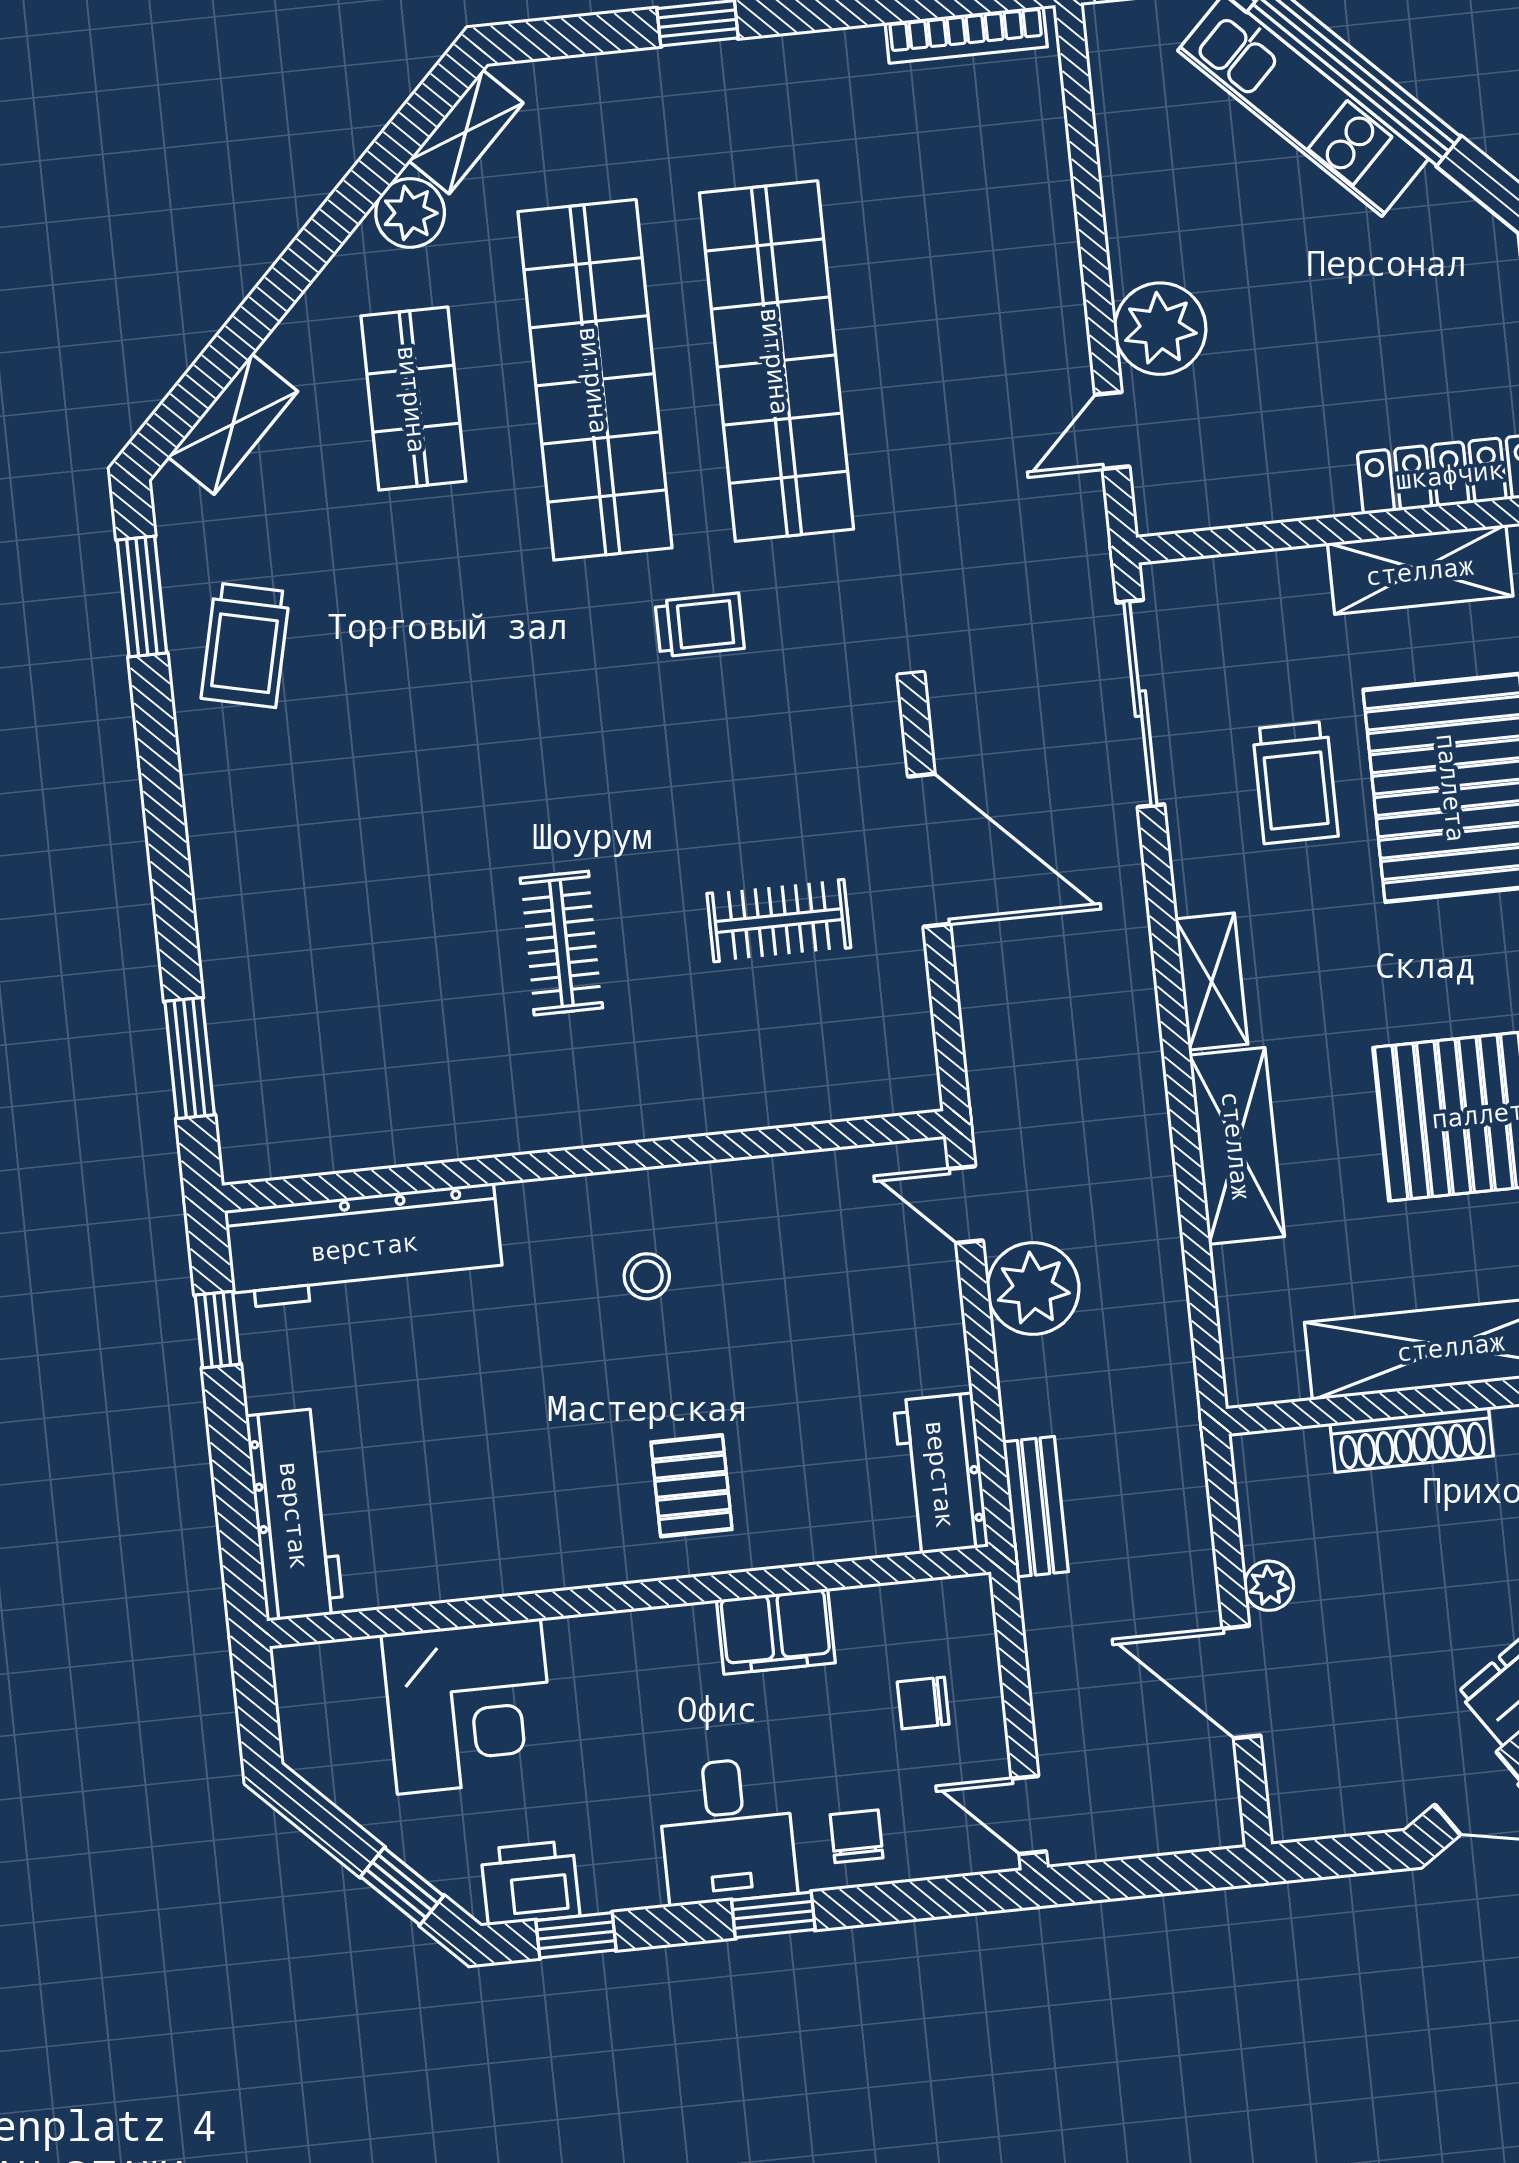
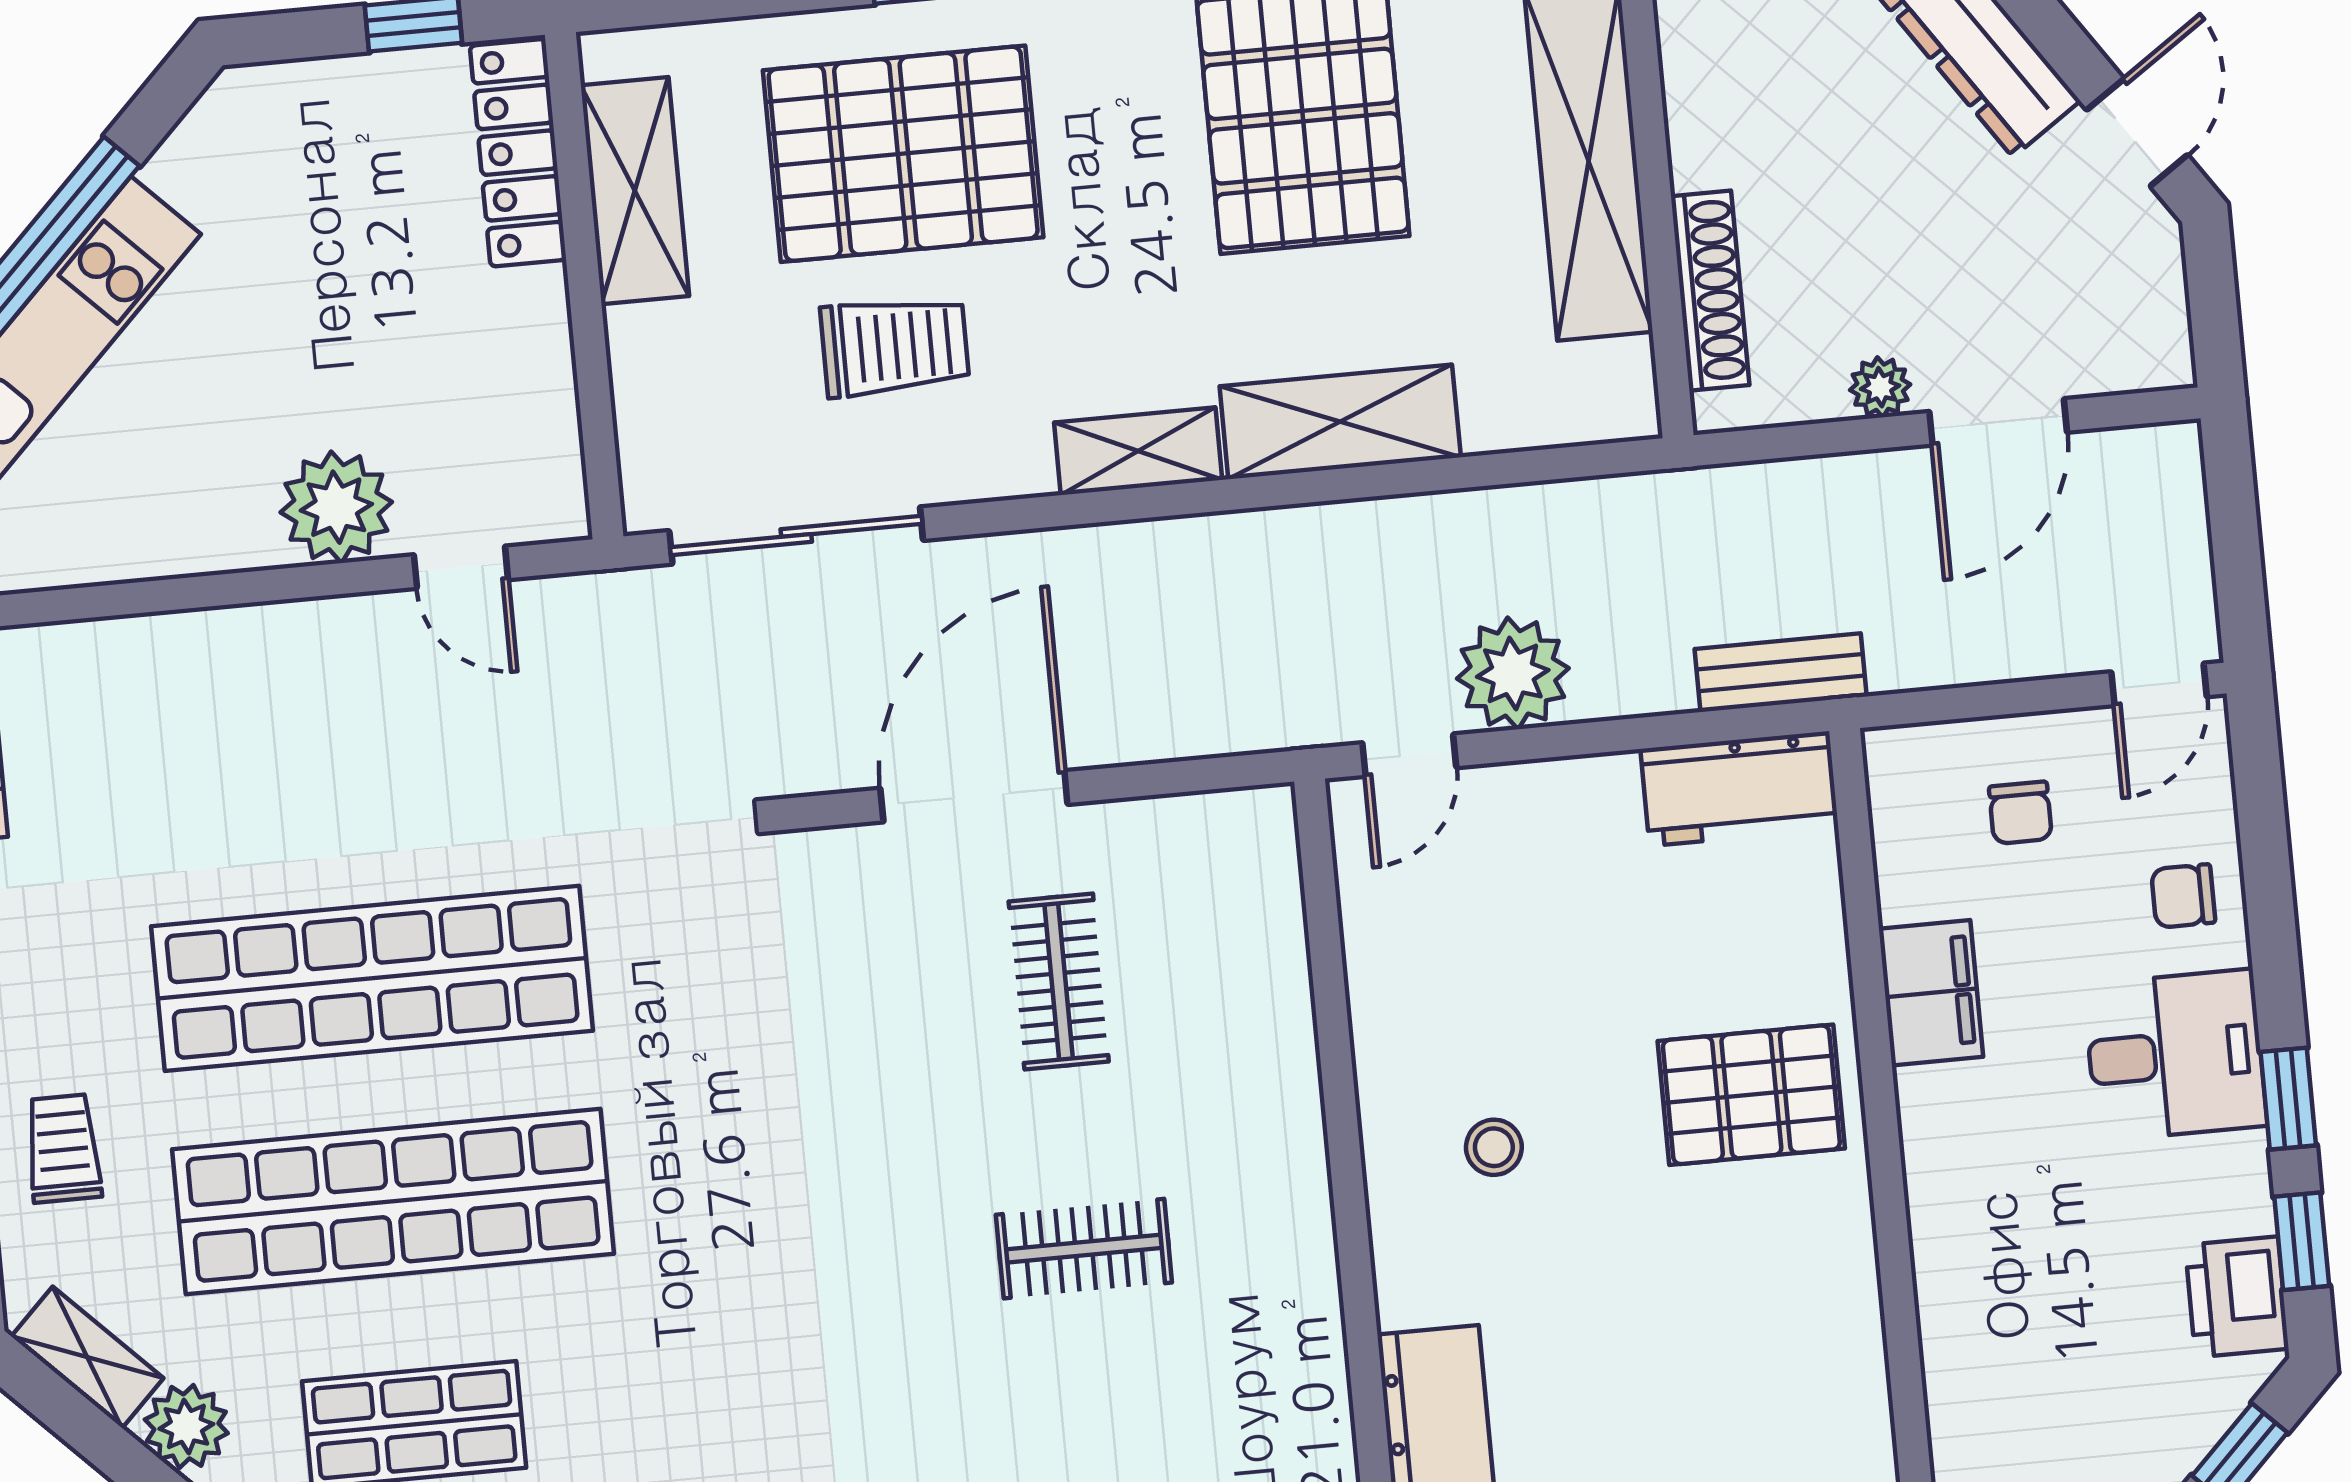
trolley: (700, 625) -> (63, 1148), moved
shoe rack: (1412, 1440) -> (1710, 291), moved
pallet: (692, 1486) -> (1751, 1095), width x1.50, depth x1.42
corner desk: (469, 1706) -> (2020, 1370), removed
window: (773, 1915) -> (2288, 1099), moved

